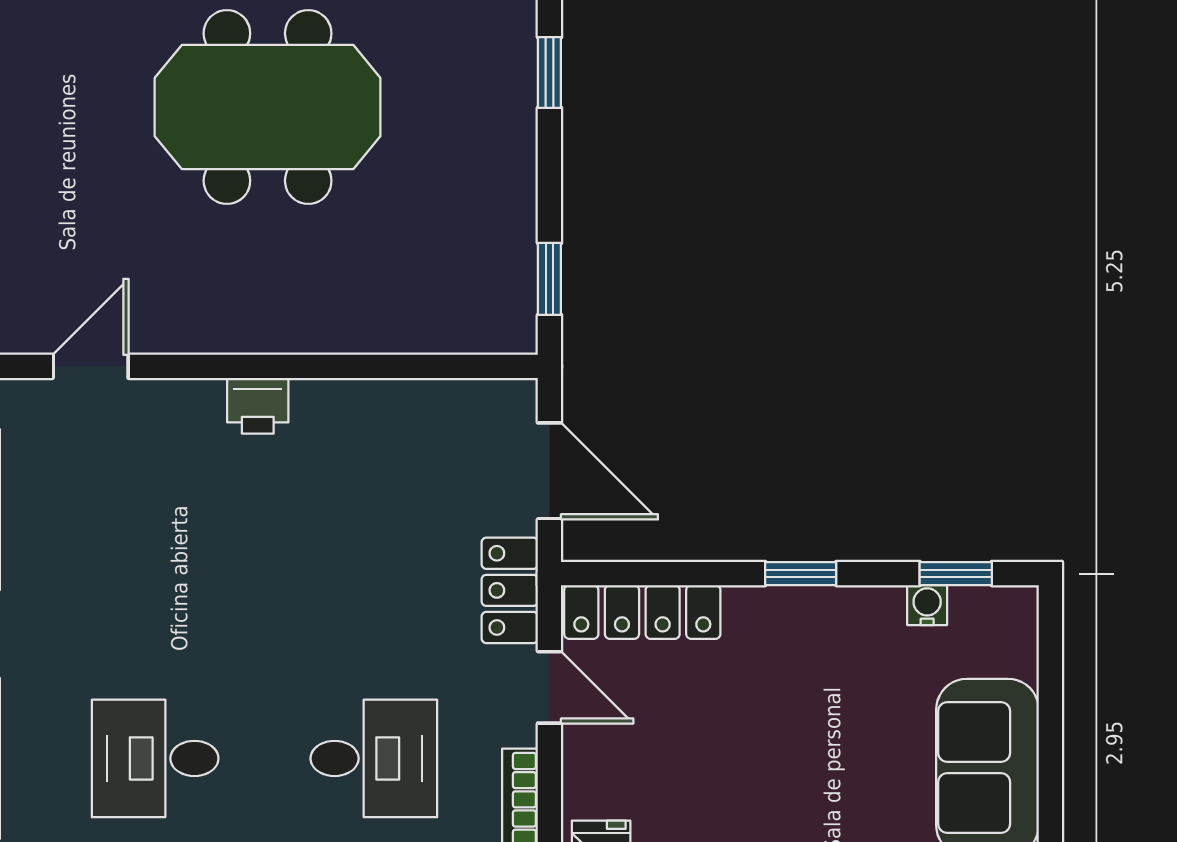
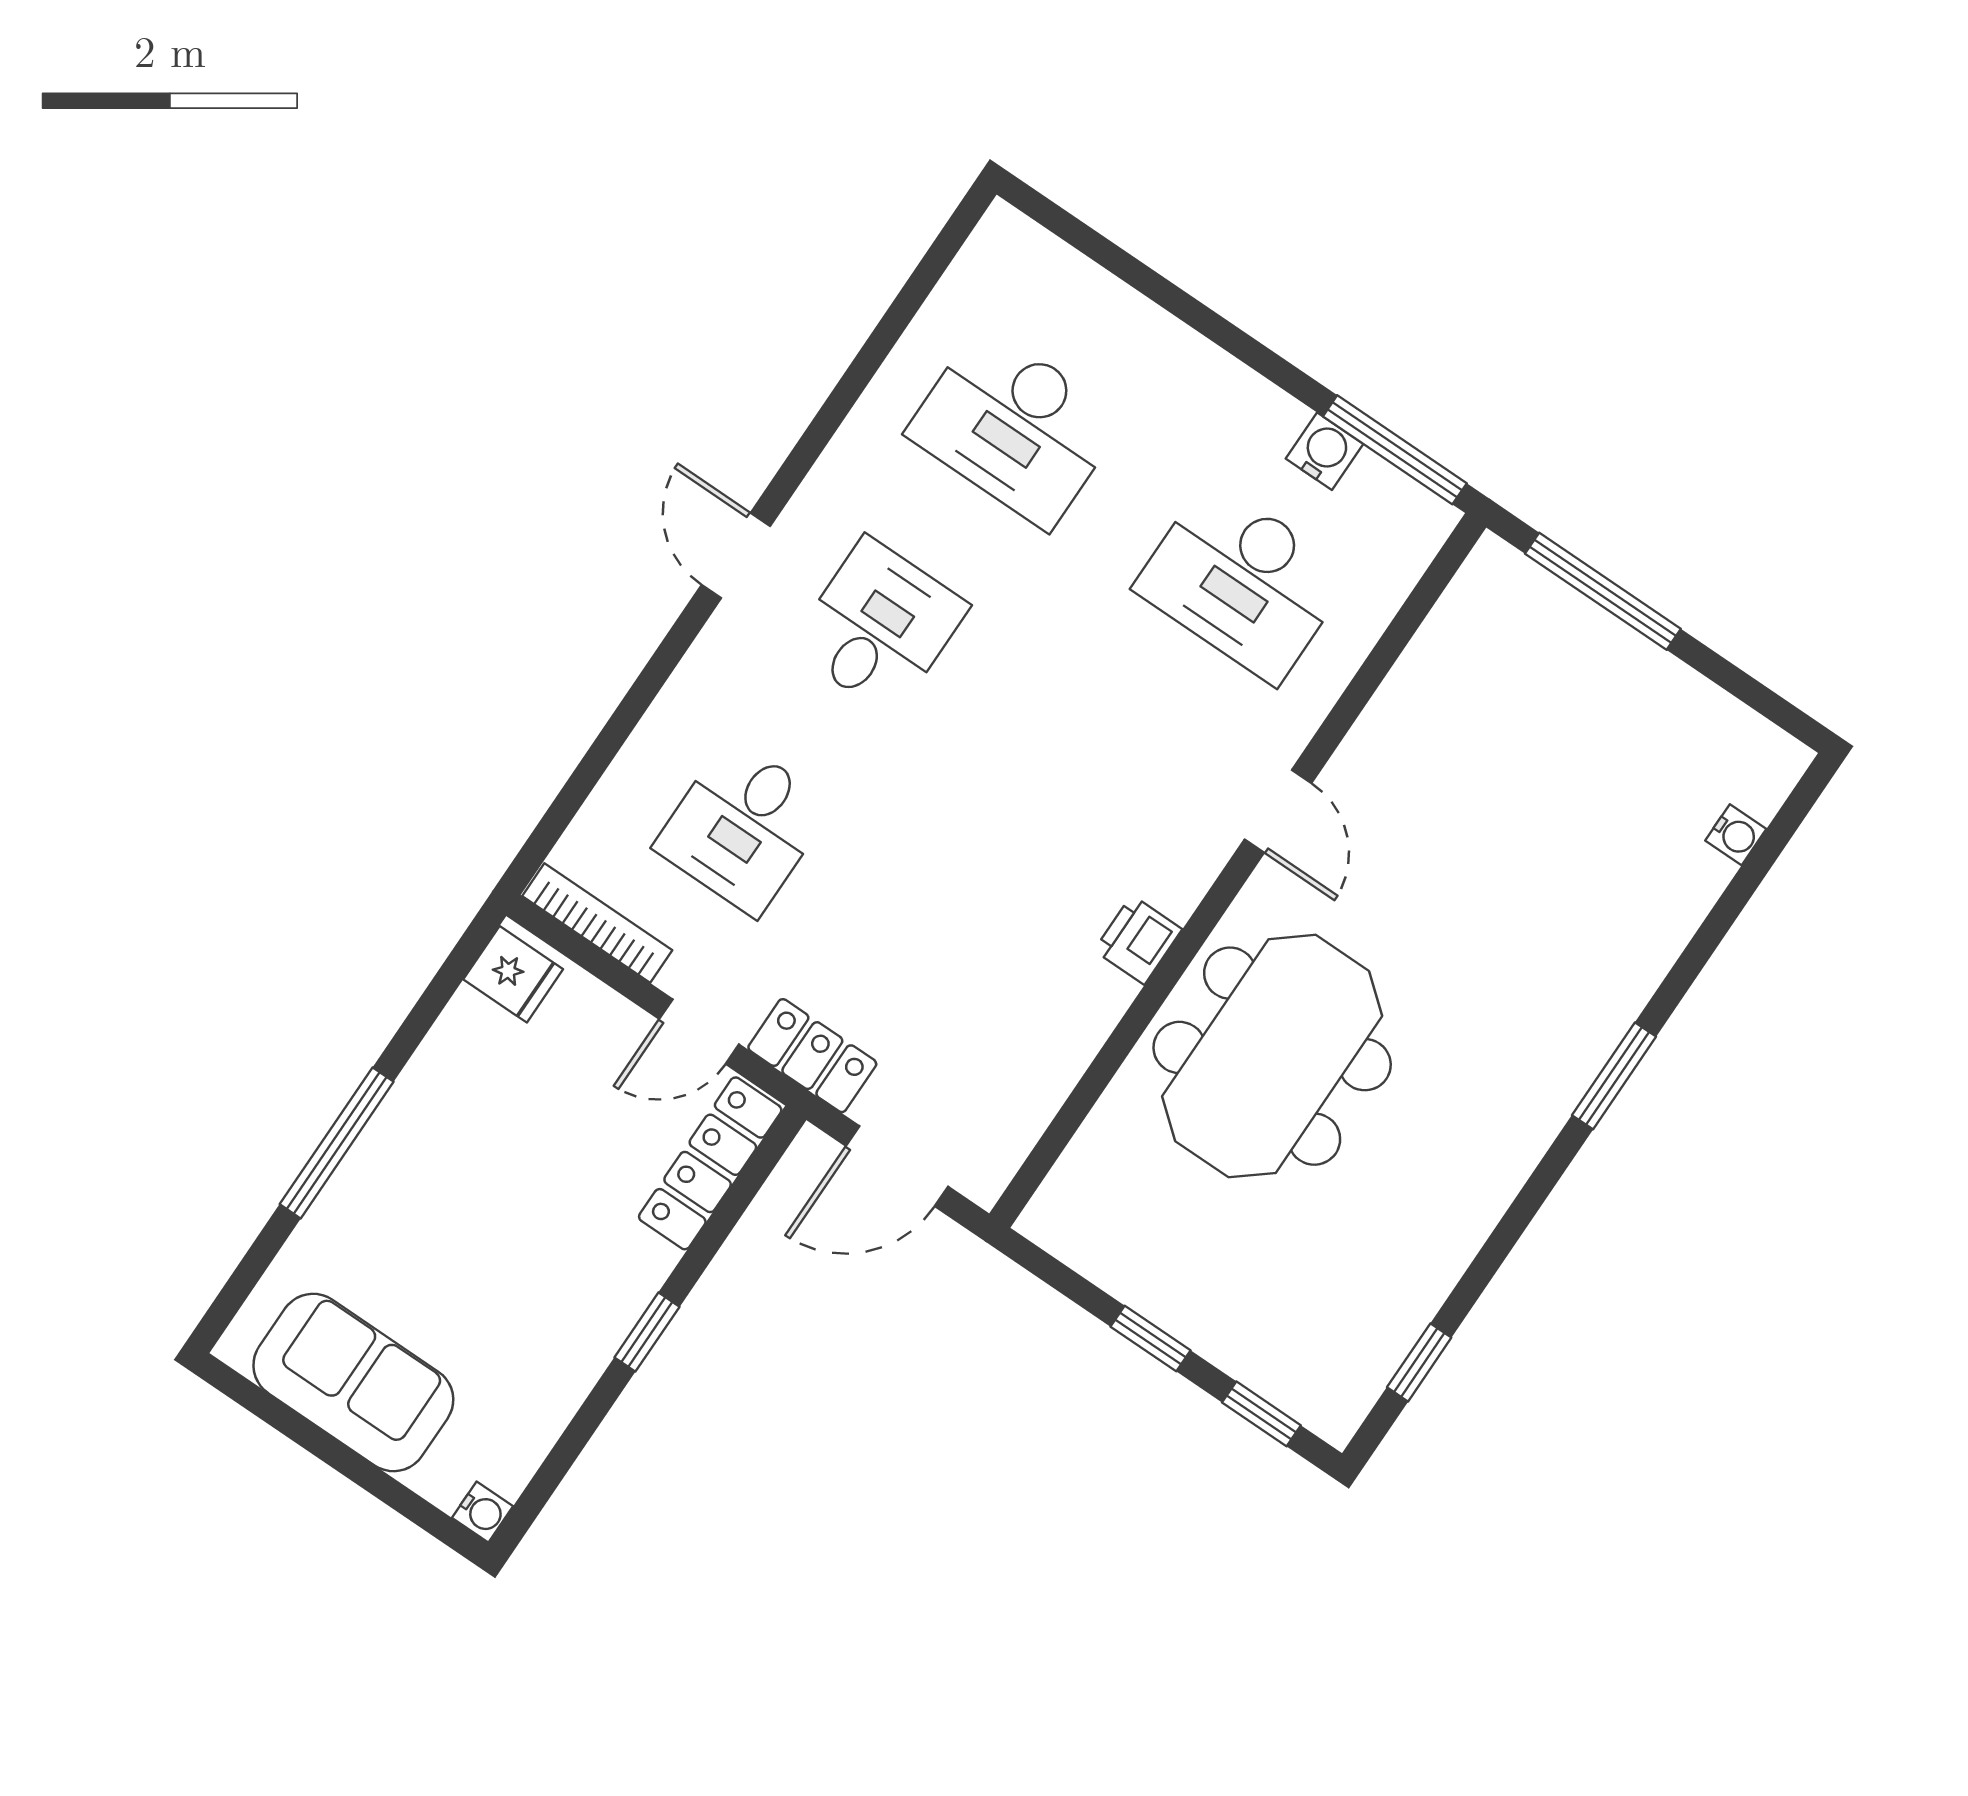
meeting table: (268, 107) -> (1272, 1056), moved
window: (549, 279) -> (1151, 1338), moved
window: (956, 574) -> (550, 1474), removed
water cooler: (927, 605) -> (482, 1512), moved

